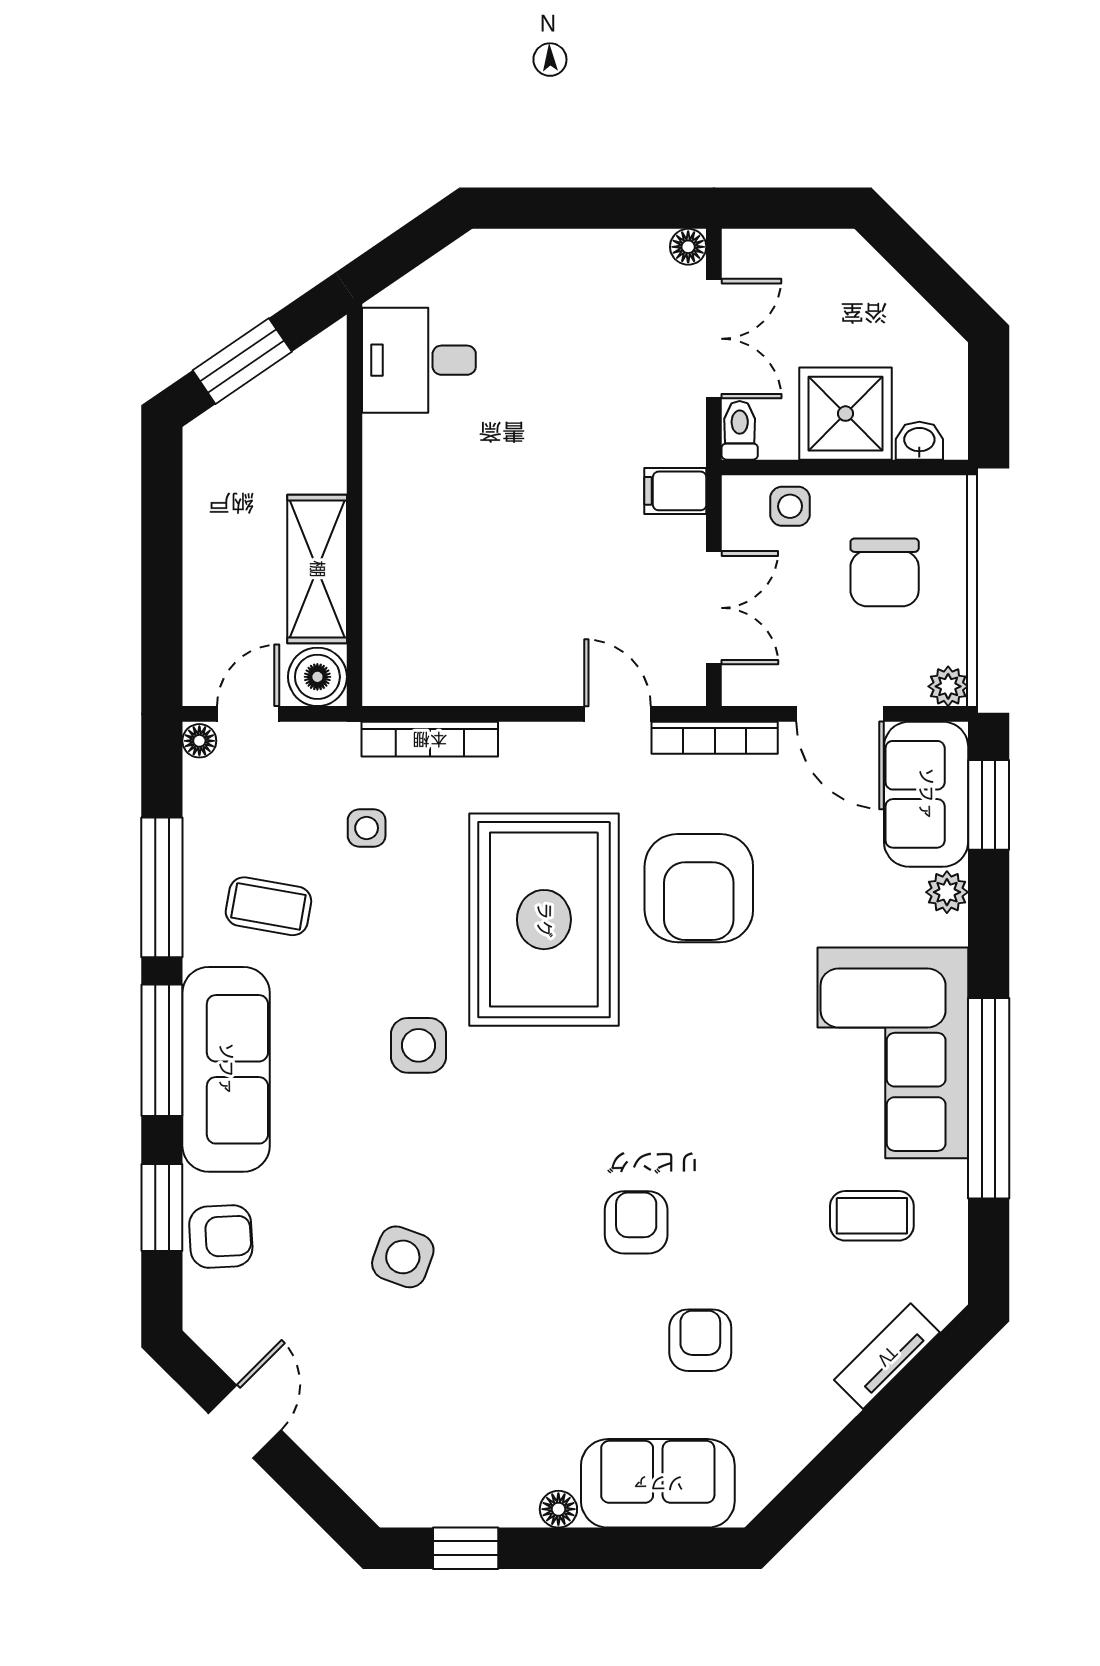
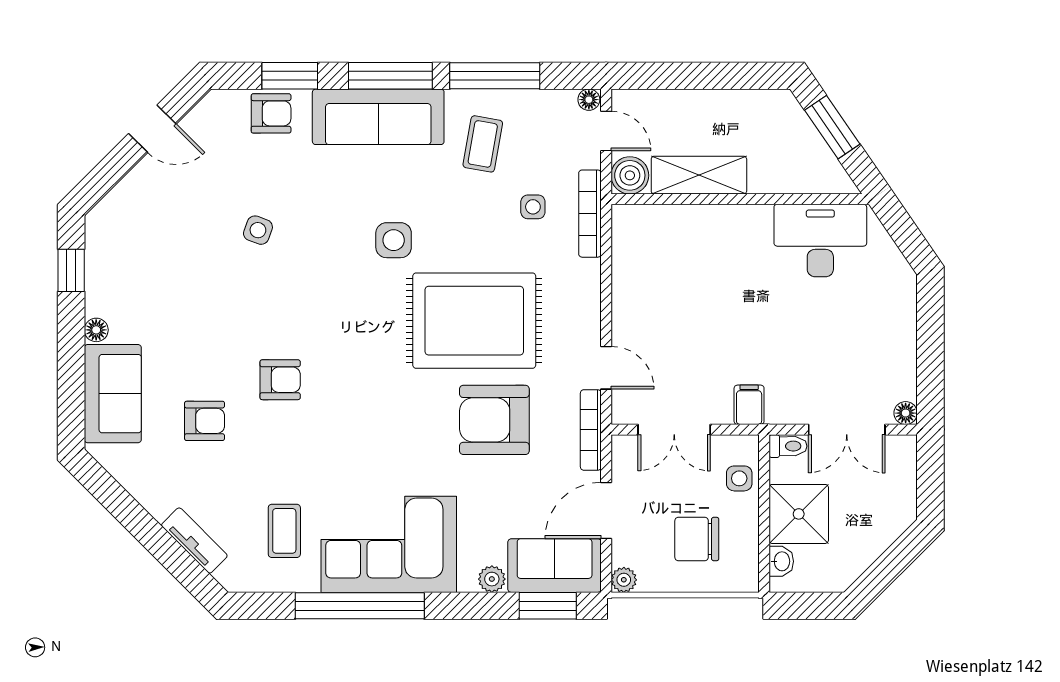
desk: (419, 360) -> (820, 240), width x1.37
door: (617, 714) -> (606, 368), hinge flipped
bookcase: (430, 739) -> (590, 214), moved
armchair: (221, 1236) -> (271, 113), turned -87
side table: (403, 1257) -> (258, 230), width x0.73, depth x0.73

